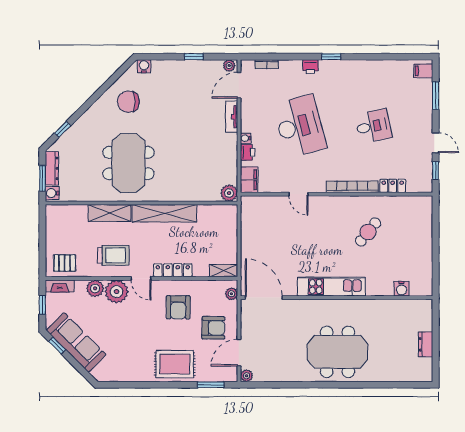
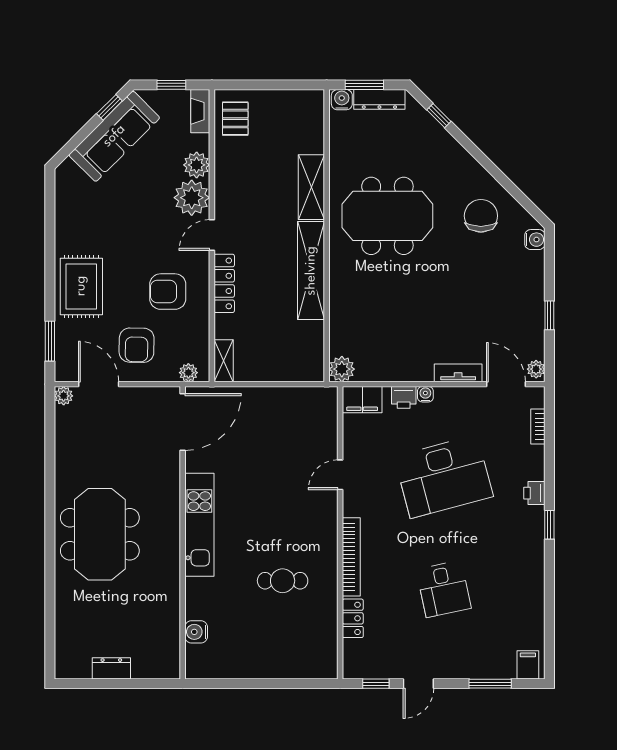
cafe table: (368, 232) -> (283, 581), turned -39
trolley: (113, 255) -> (247, 193), removed

